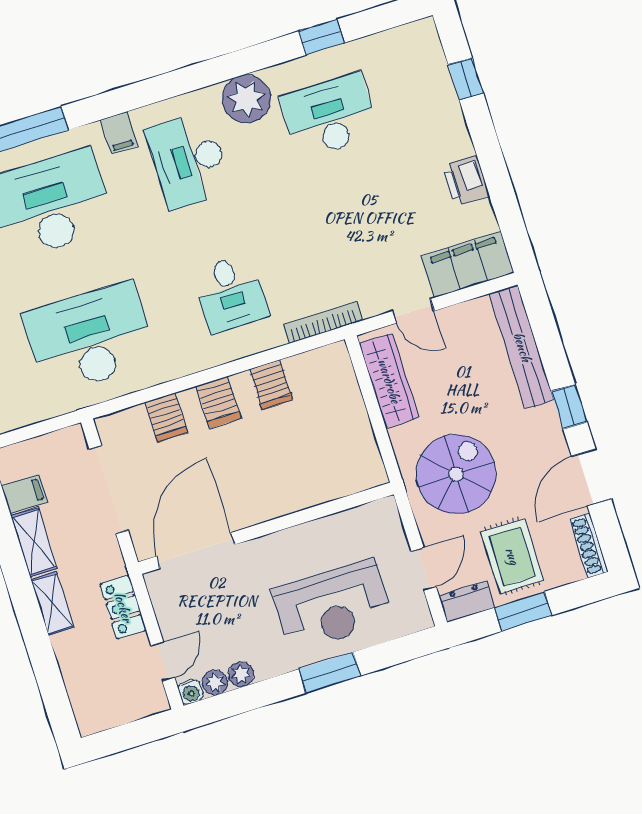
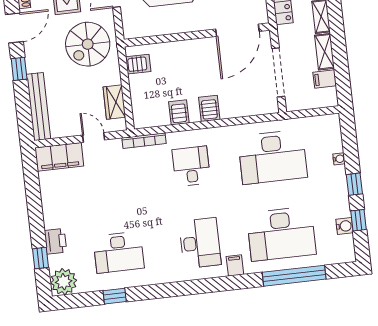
plant: (247, 99) -> (64, 282), moved
printer: (466, 181) -> (56, 241), moved
wardrobe: (389, 381) -> (114, 102), width x0.67
server rack: (166, 417) -> (138, 64), moved, turned 90

